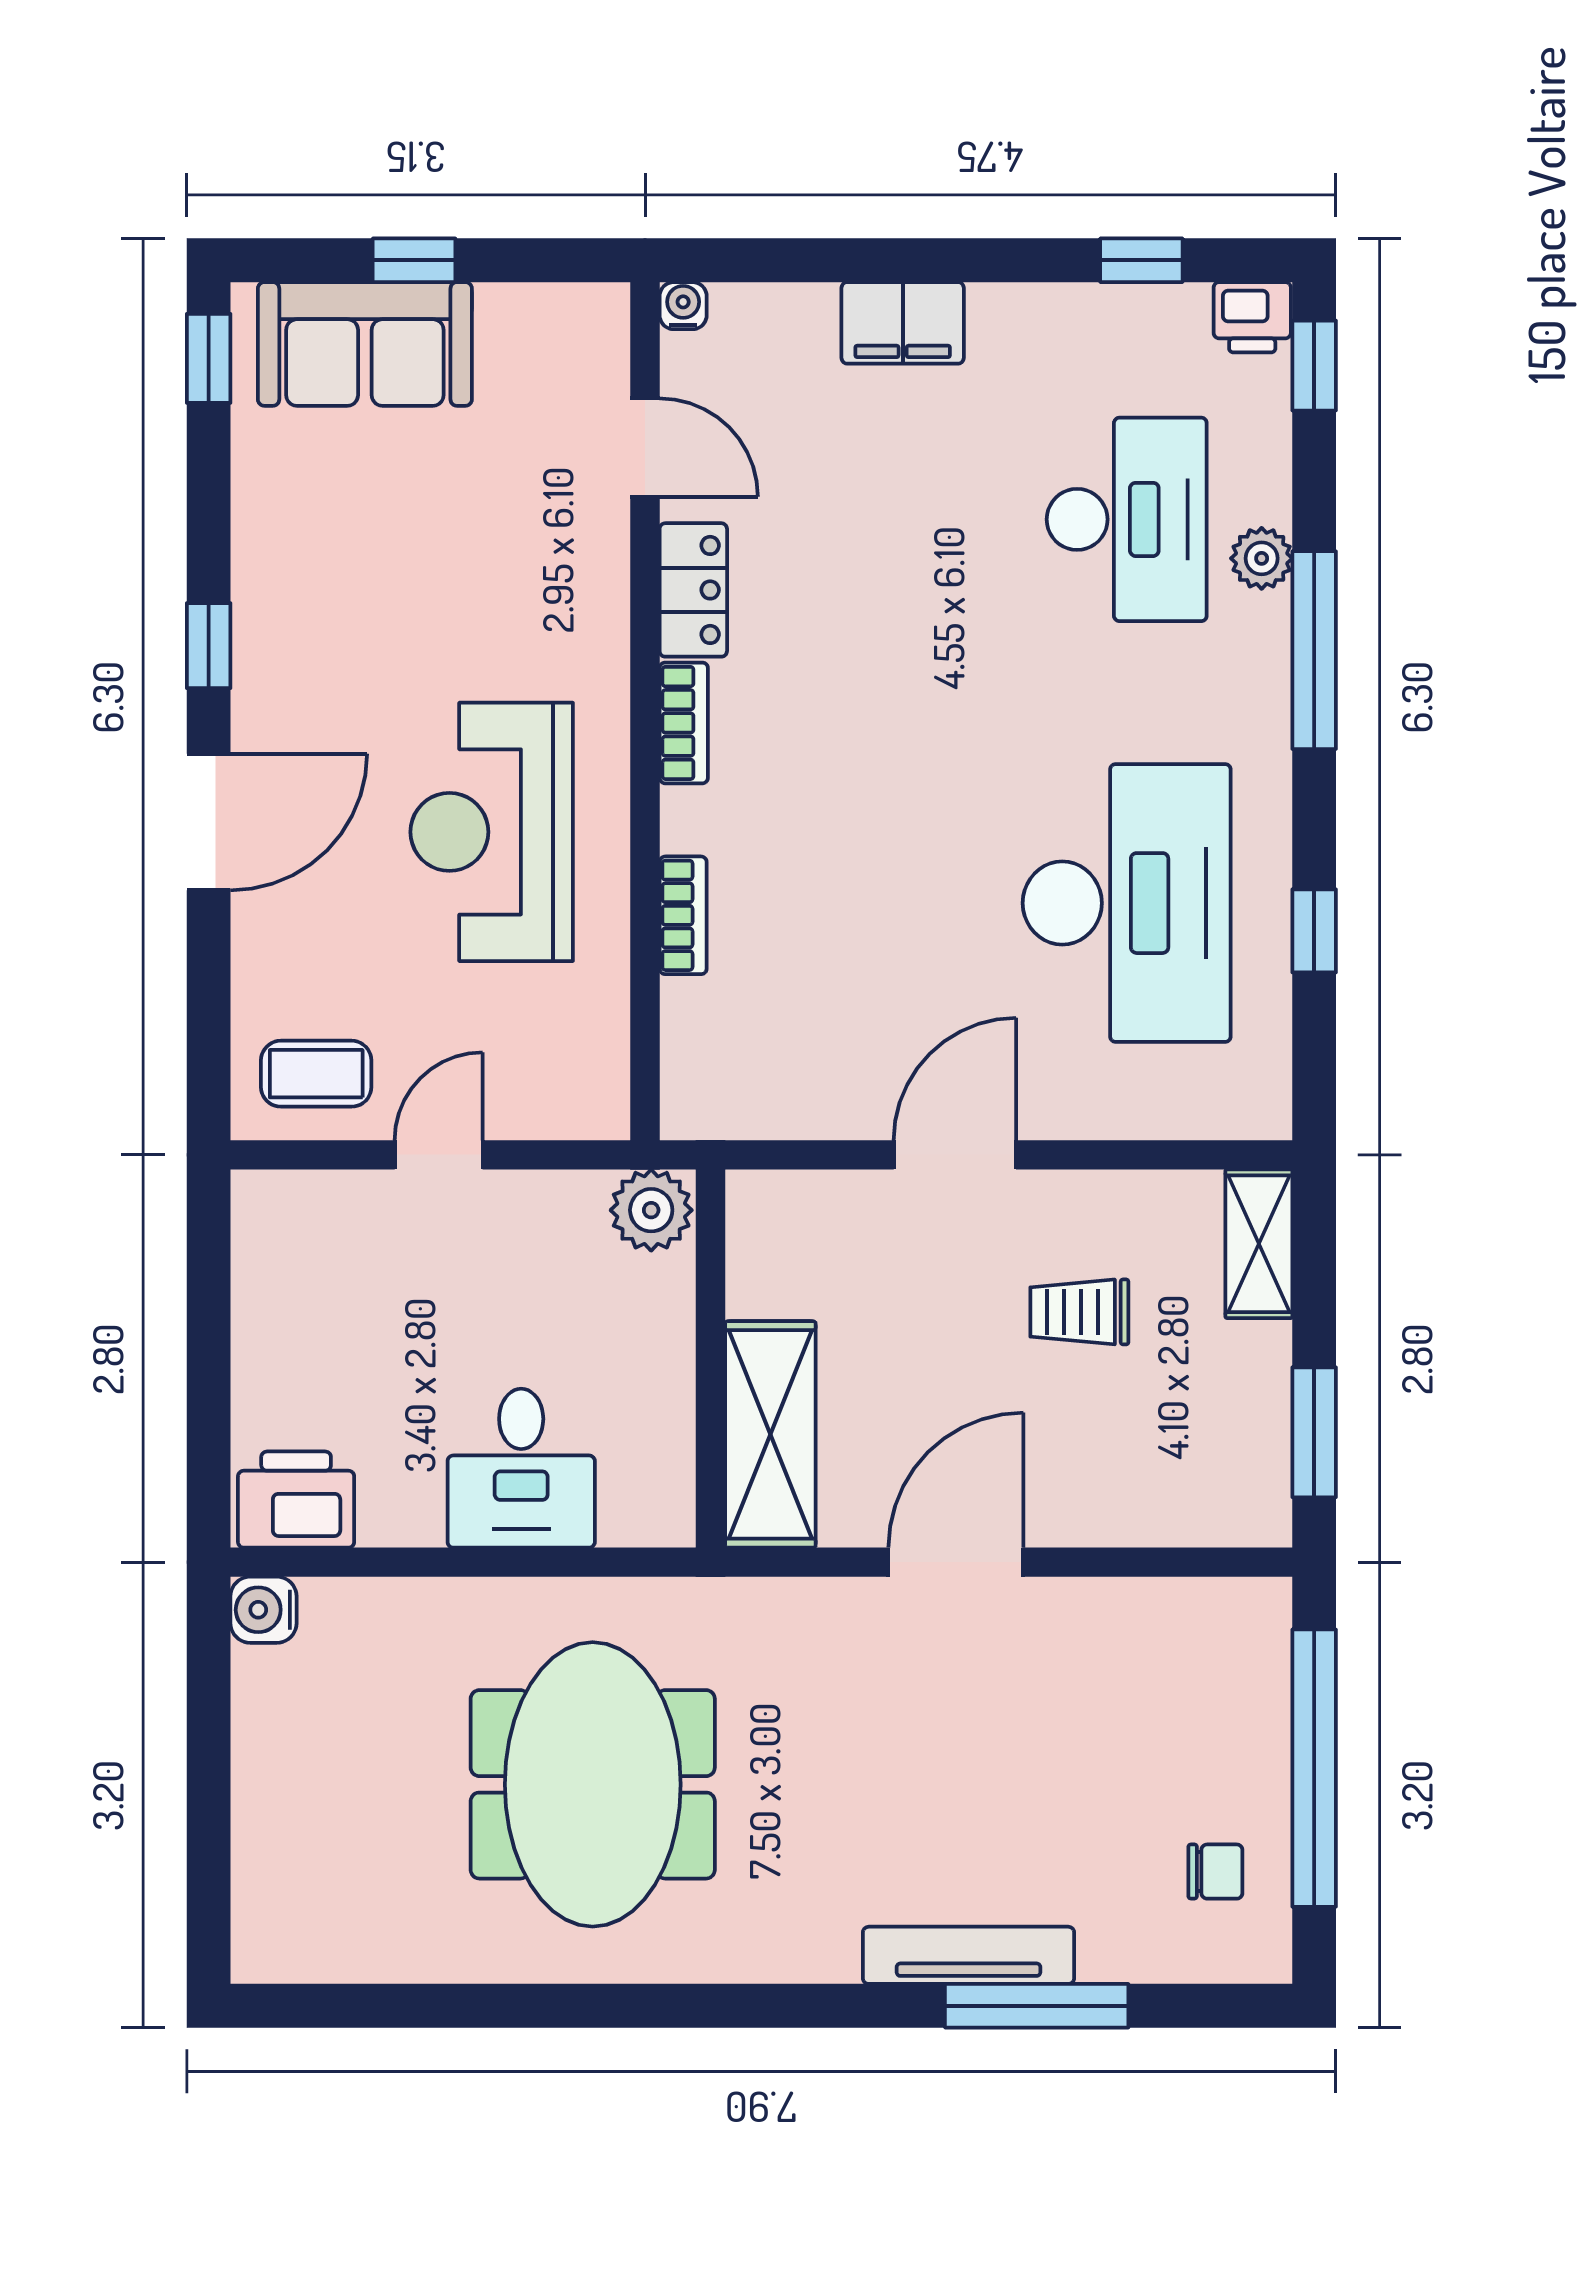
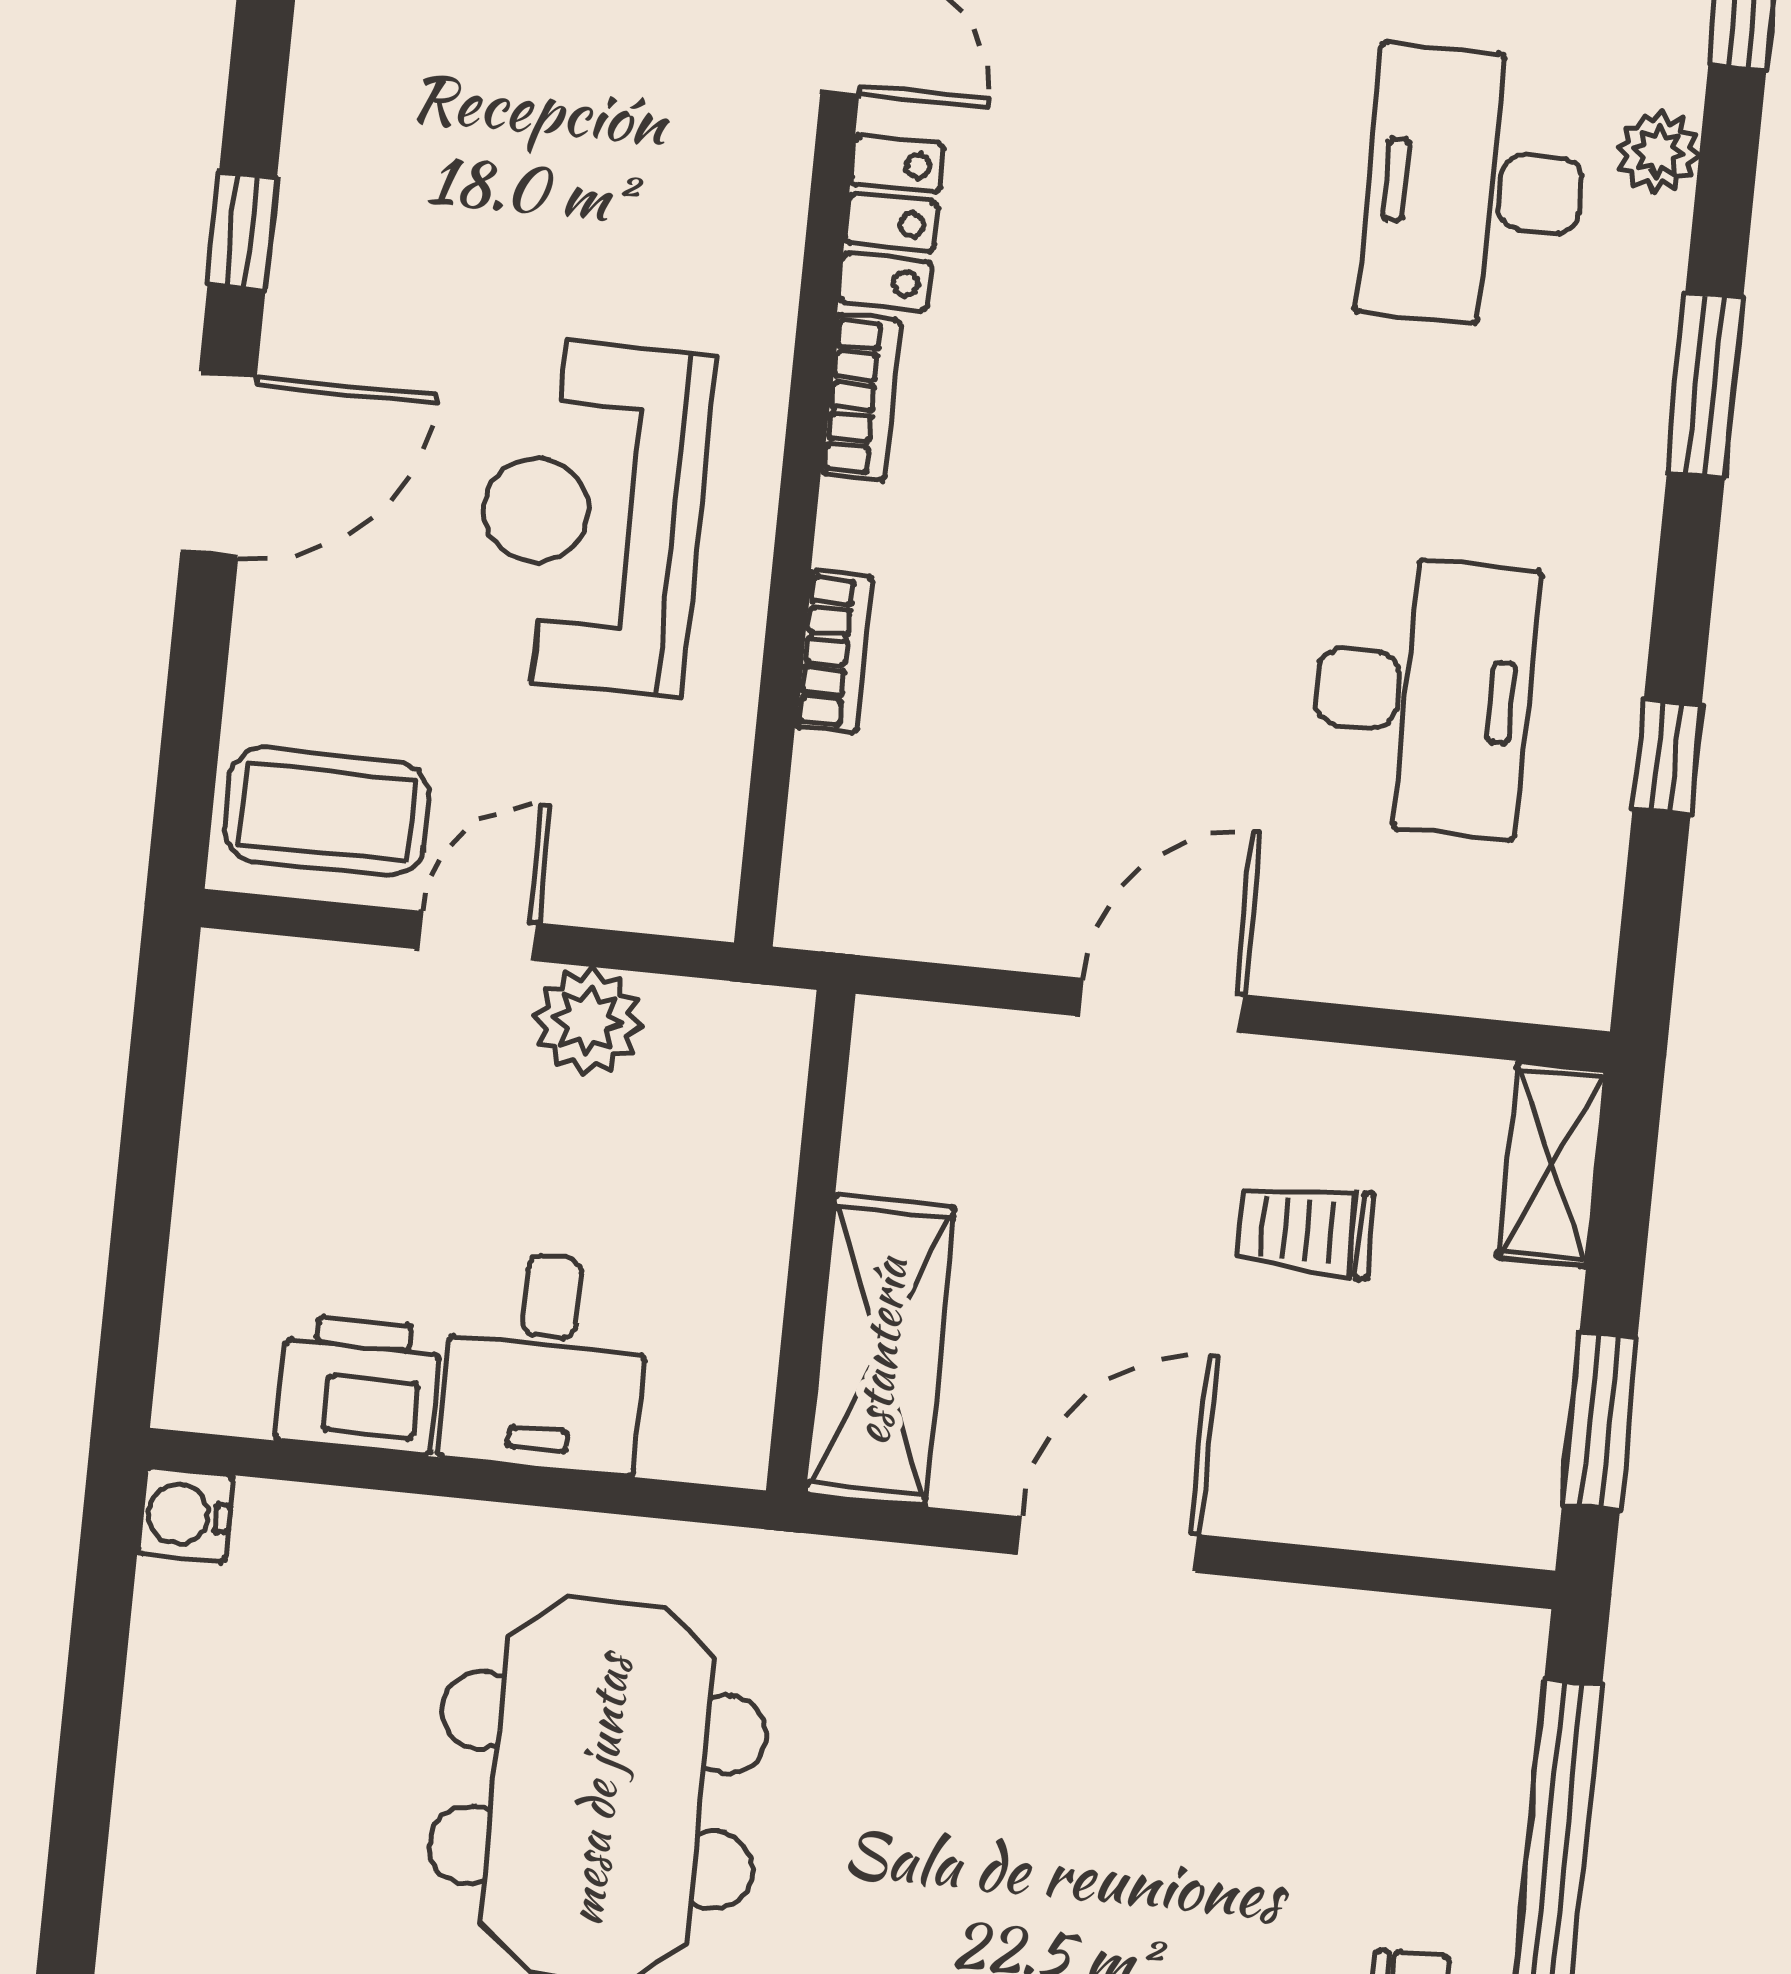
desk: (1127, 519) -> (1474, 187), turned 180
plant: (1262, 558) -> (1658, 152), moved
window: (1314, 650) -> (1705, 386), width x0.69
desk: (1127, 903) -> (1423, 695), width x0.73, depth x0.77
coffee table: (316, 1074) -> (327, 812), width x1.36, depth x1.30
plant: (651, 1210) -> (588, 1021), moved
printer: (296, 1500) -> (359, 1385), moved

